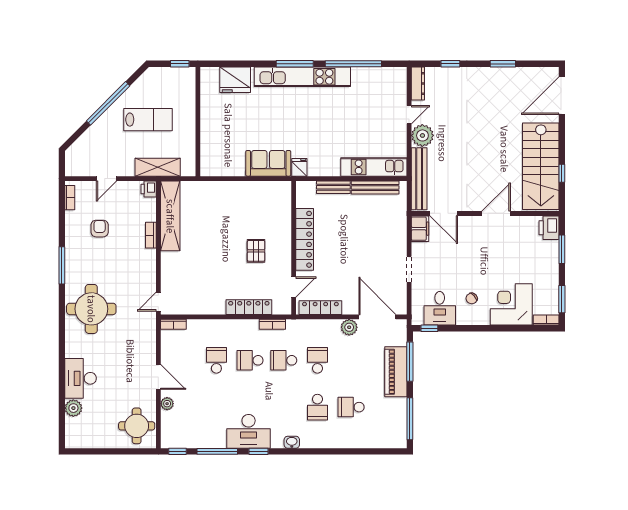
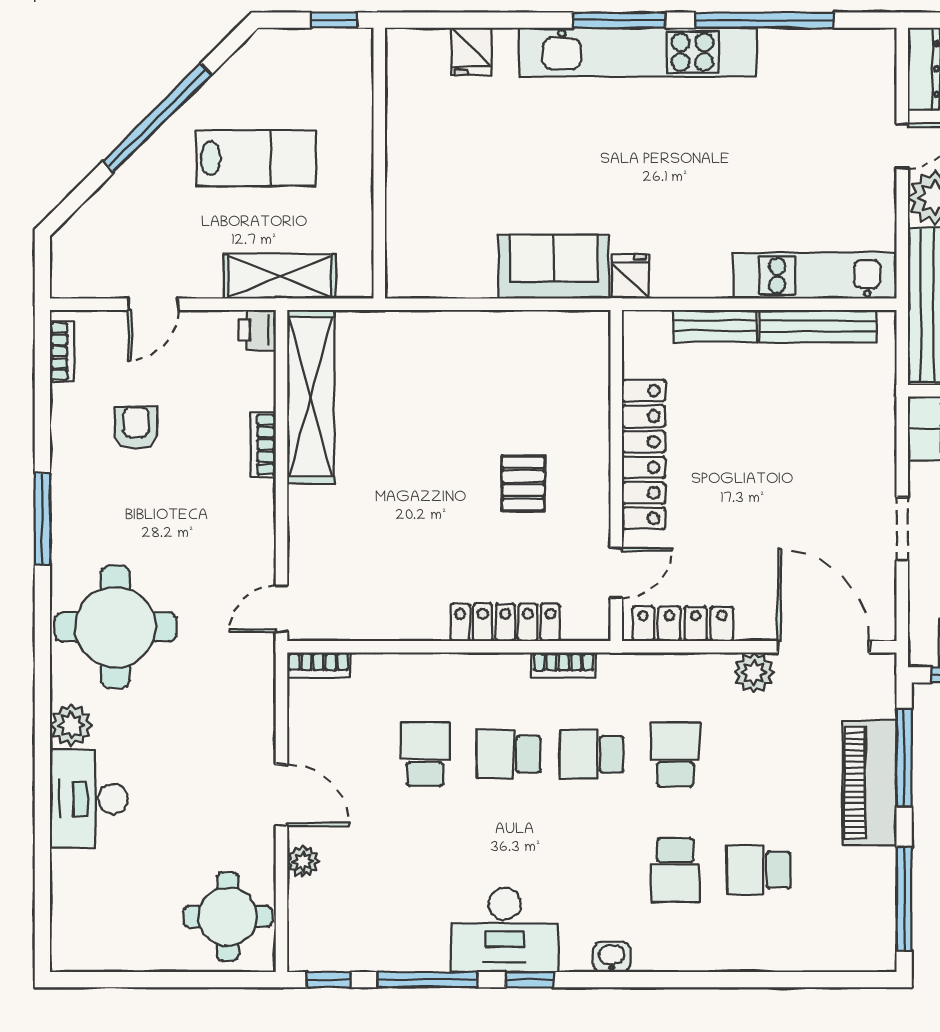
fridge: (235, 80) -> (471, 52), width x0.53, depth x0.75
plant: (73, 408) -> (71, 725), moved

